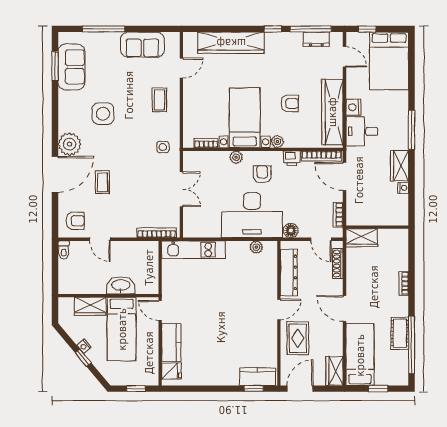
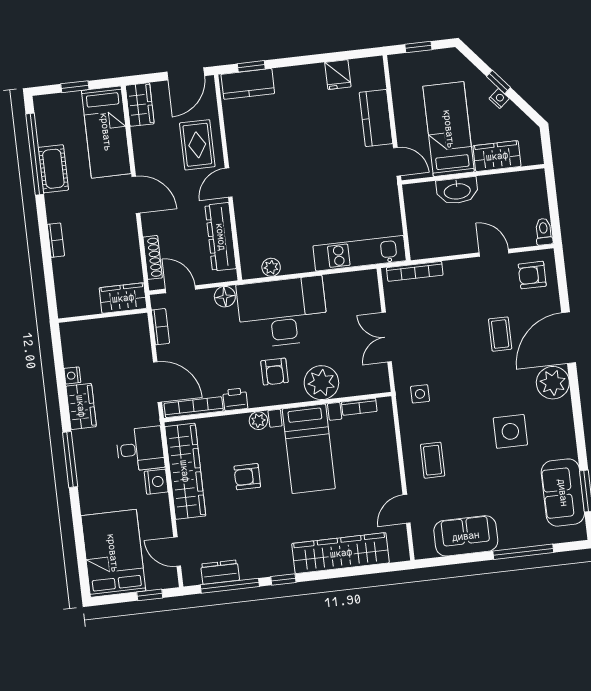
plant: (236, 157) -> (321, 383), width x1.87, depth x1.87
fridge: (171, 371) -> (338, 75), moved, turned -90

